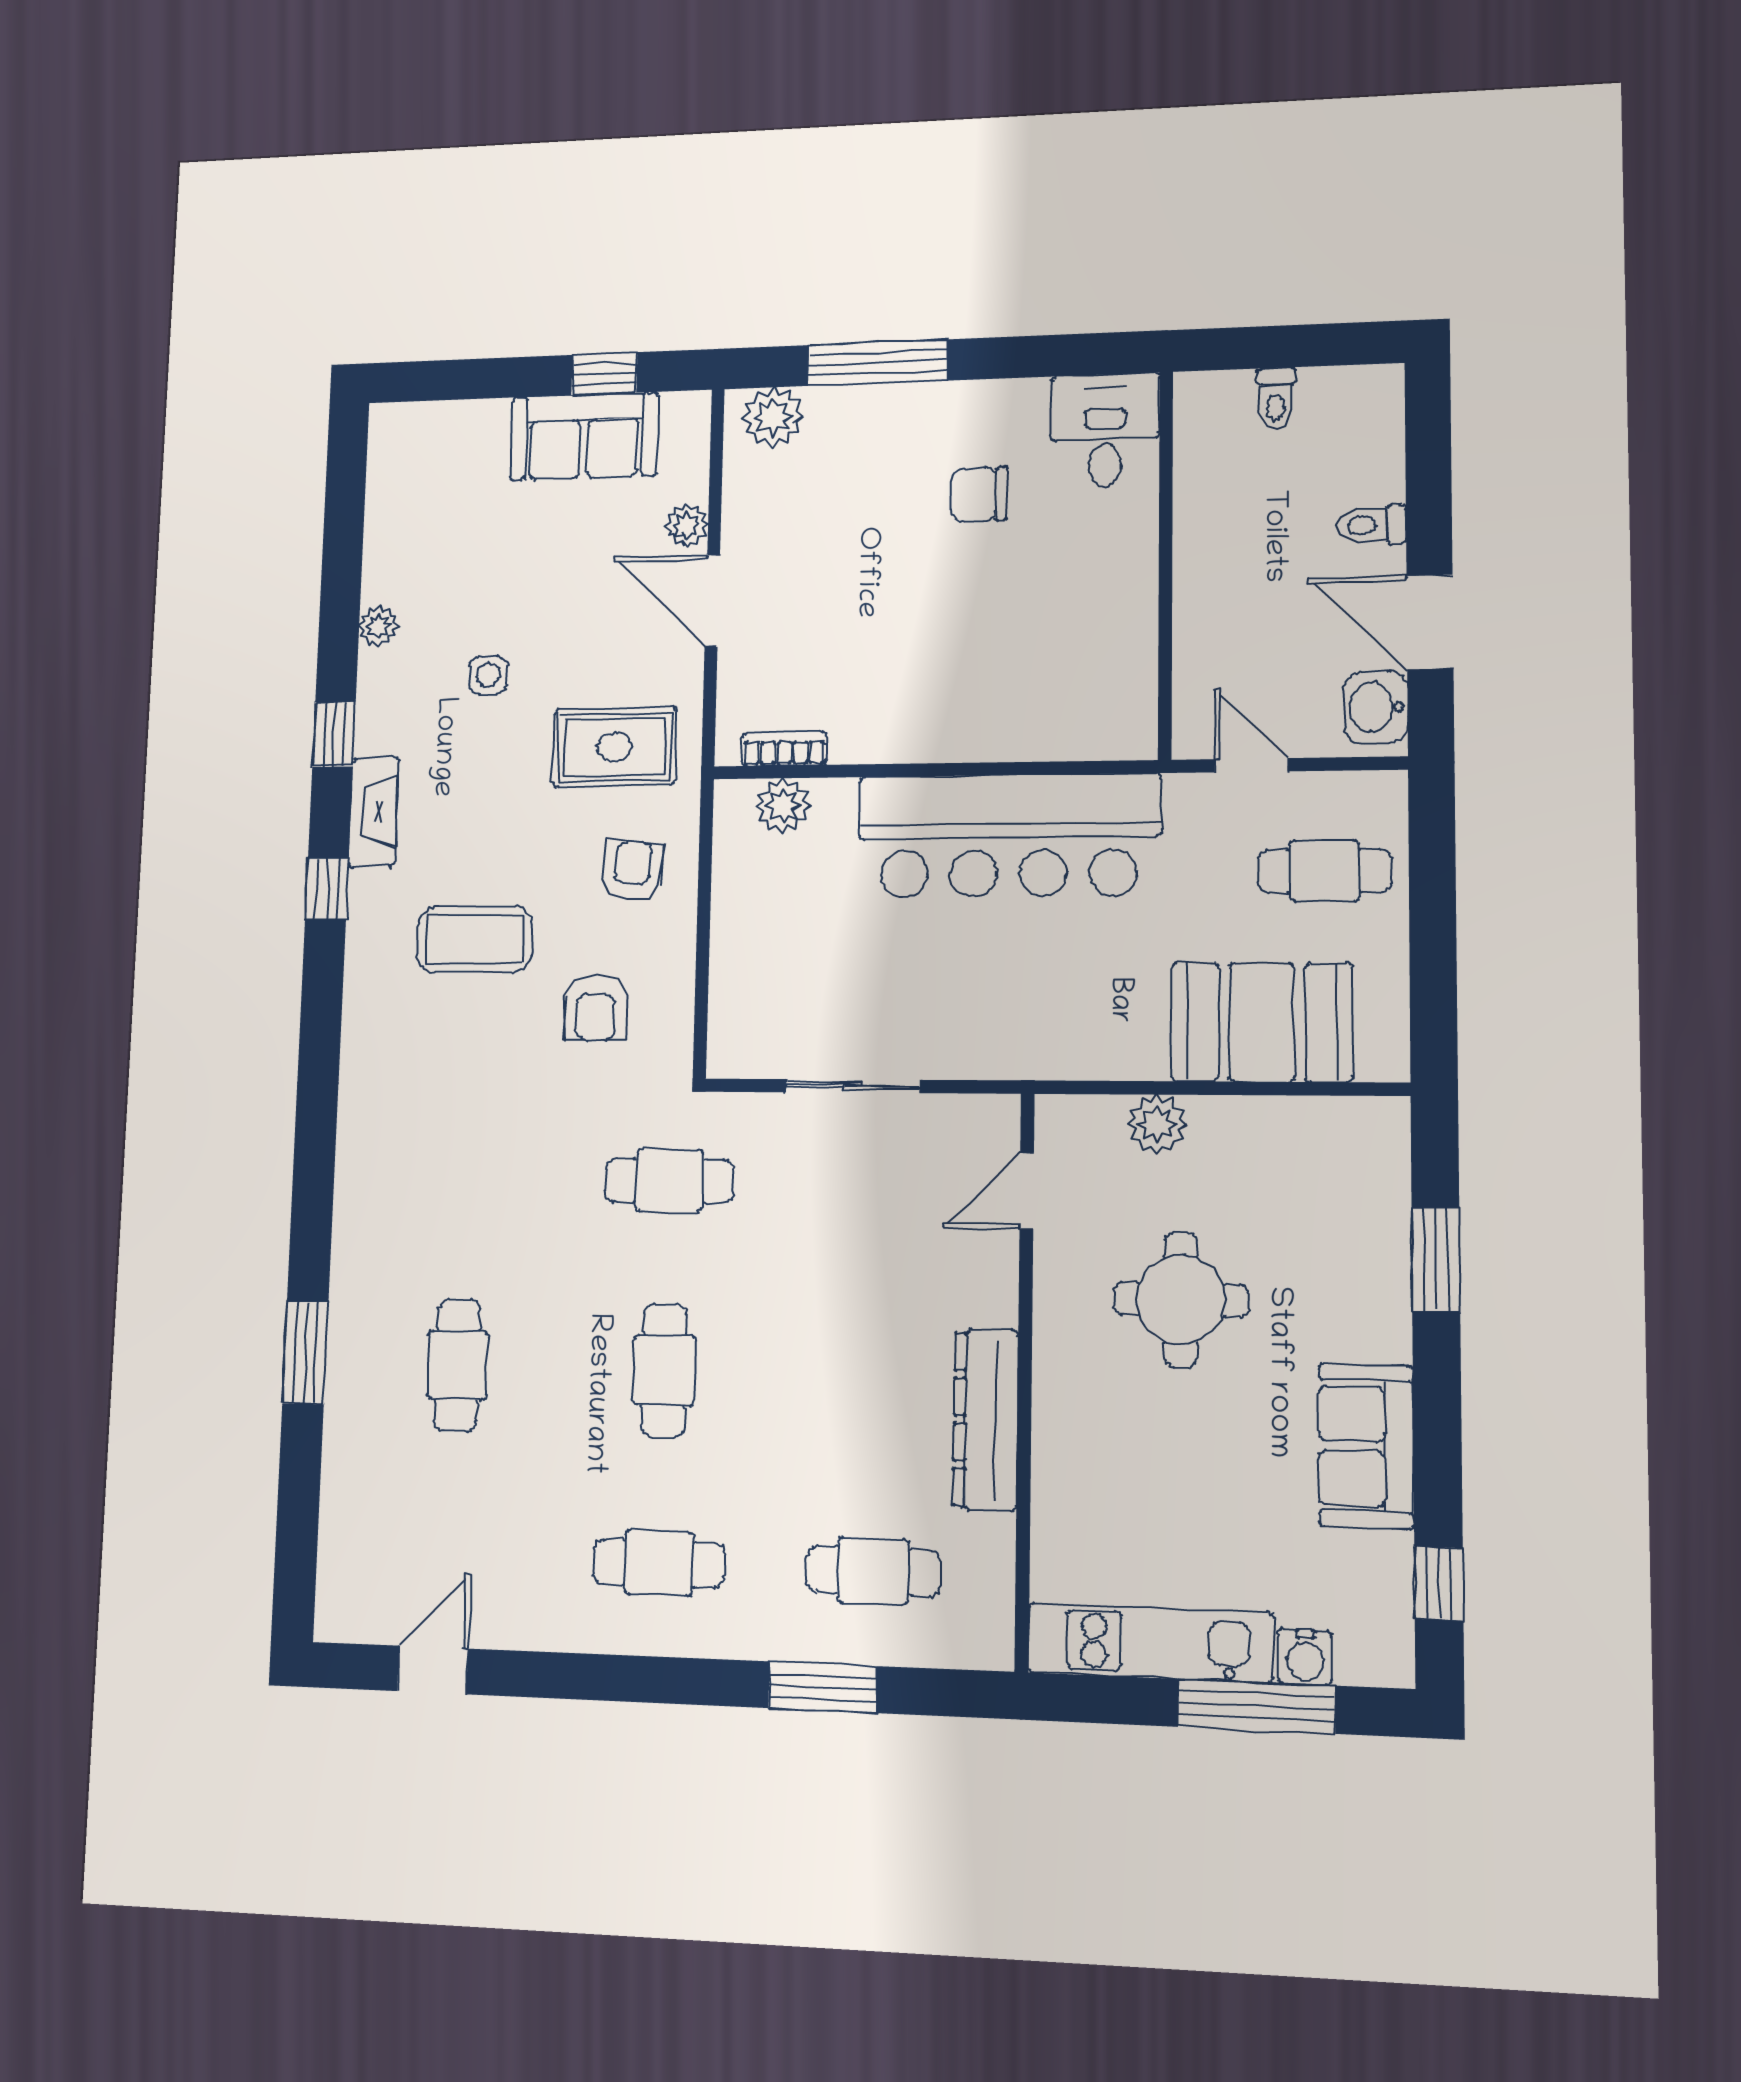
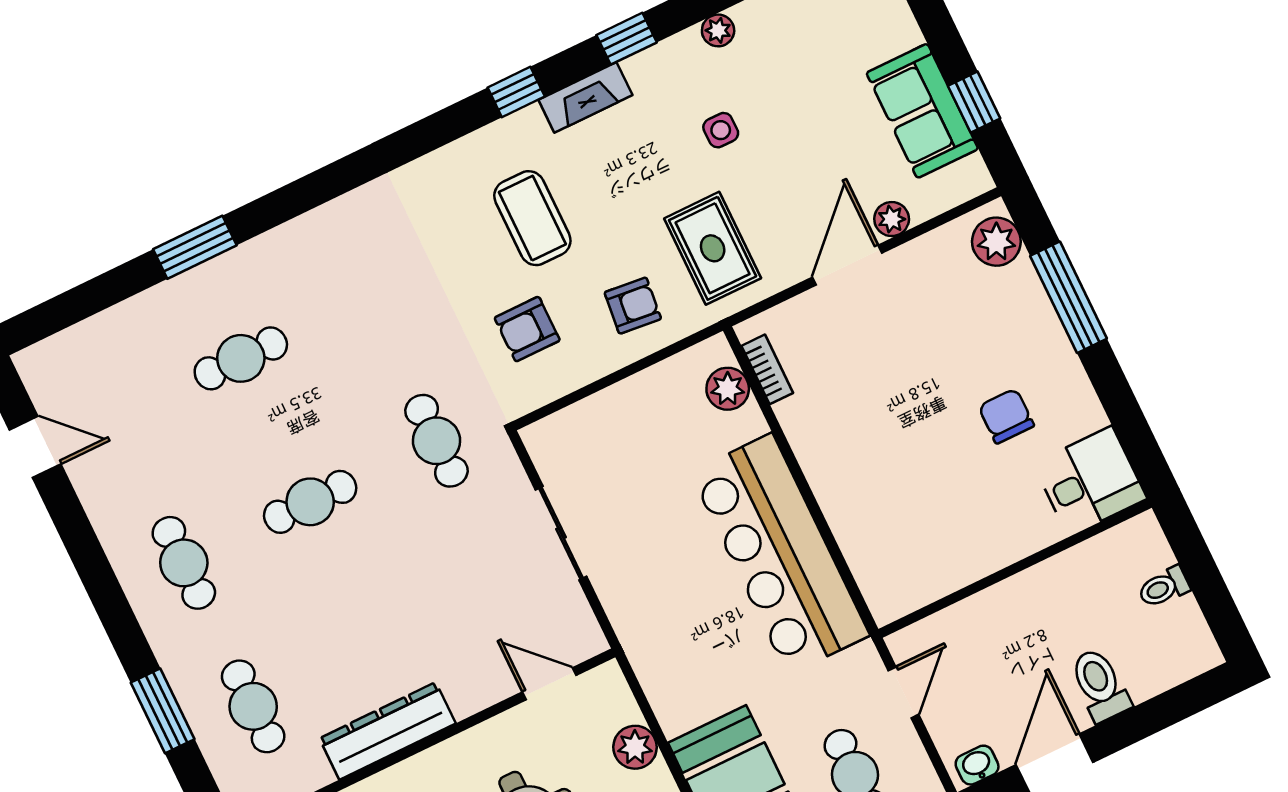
toilet: (1372, 525) -> (1100, 685), width x1.37, depth x1.39
washbasin: (1376, 707) -> (977, 765), width x0.72, depth x0.69

